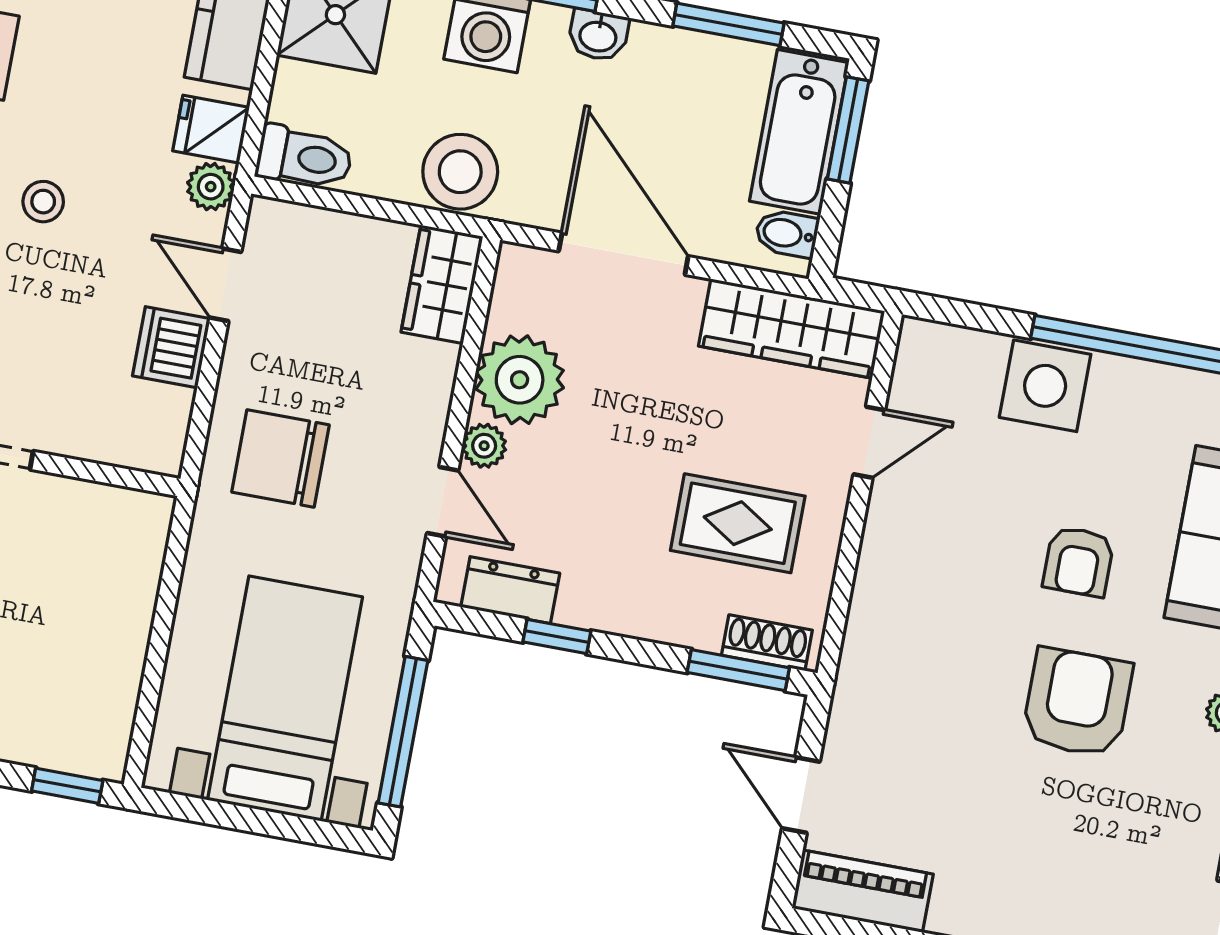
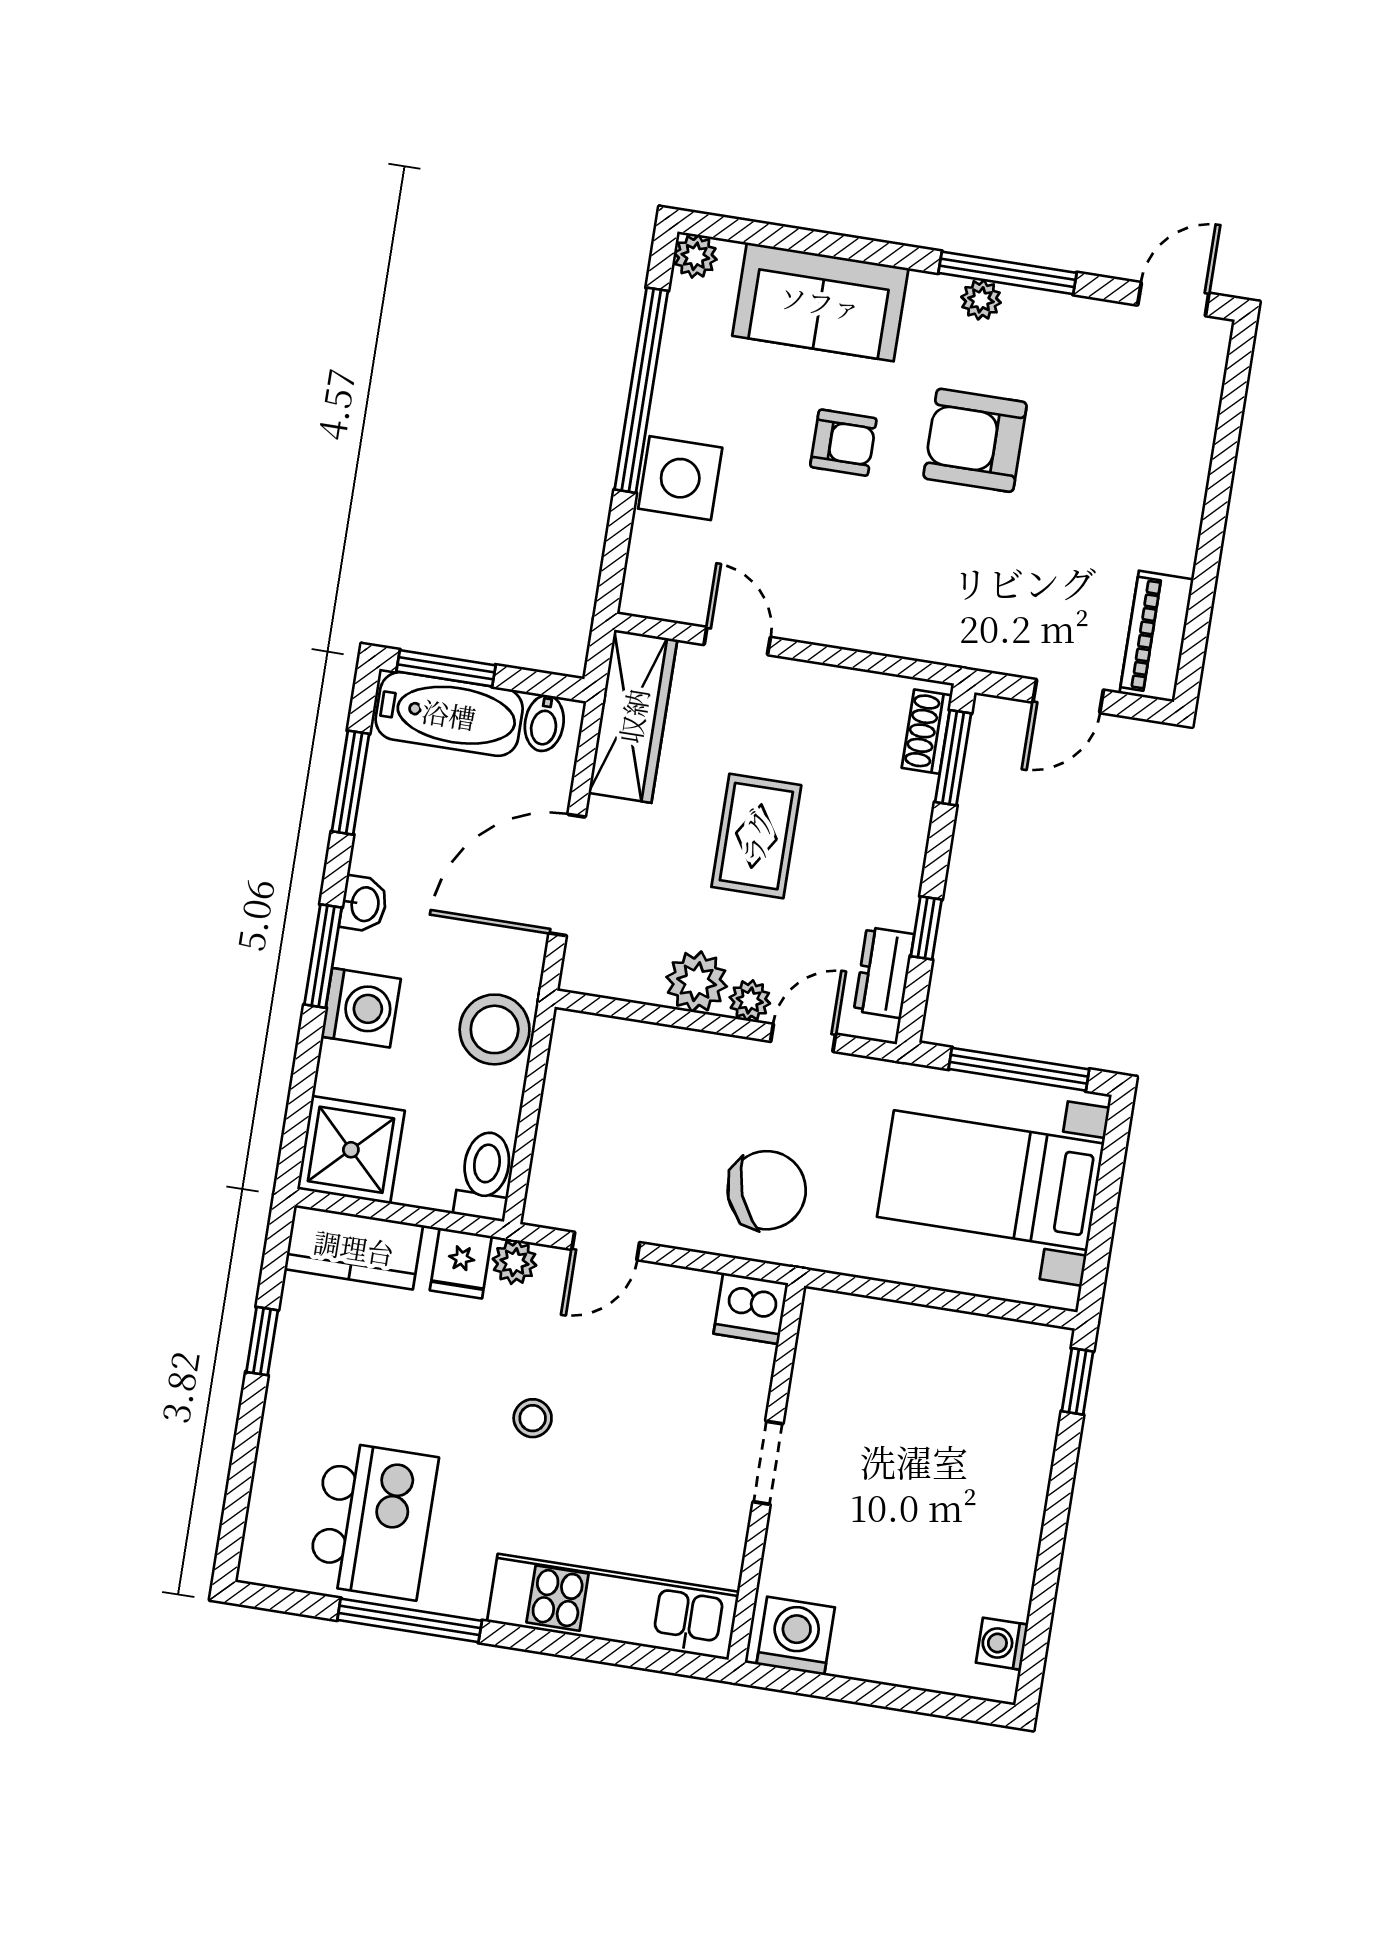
wardrobe: (442, 284) -> (600, 1044), removed
dishwasher: (171, 347) -> (751, 1308), moved
plant: (520, 380) -> (697, 982), width x0.73, depth x0.73
chair: (281, 458) -> (767, 1190), turned -111
rug: (738, 523) -> (756, 836), moved

